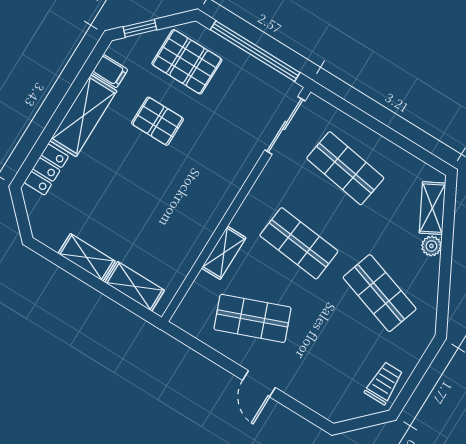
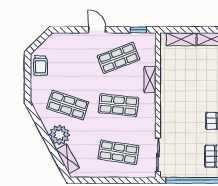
plant: (431, 246) -> (59, 135), width x1.88, depth x1.88
window: (194, 343) -> (138, 30), added

